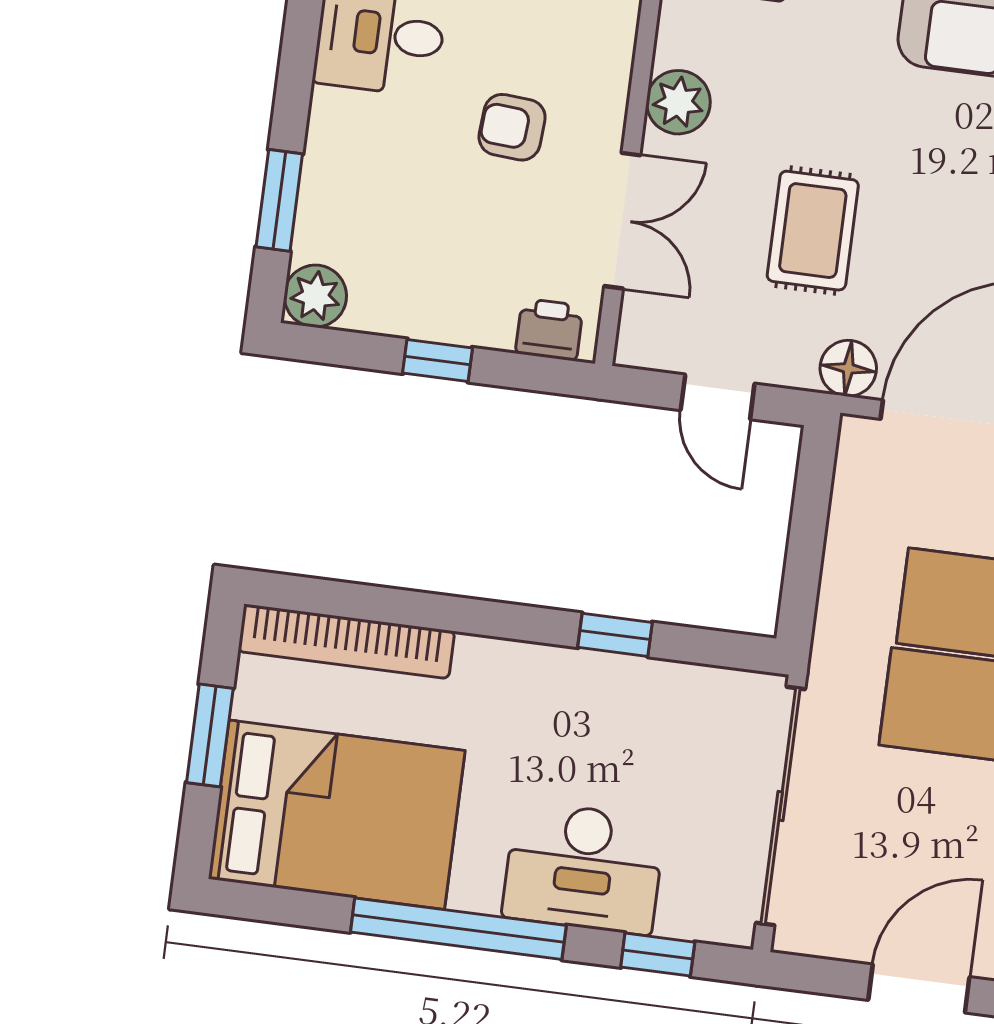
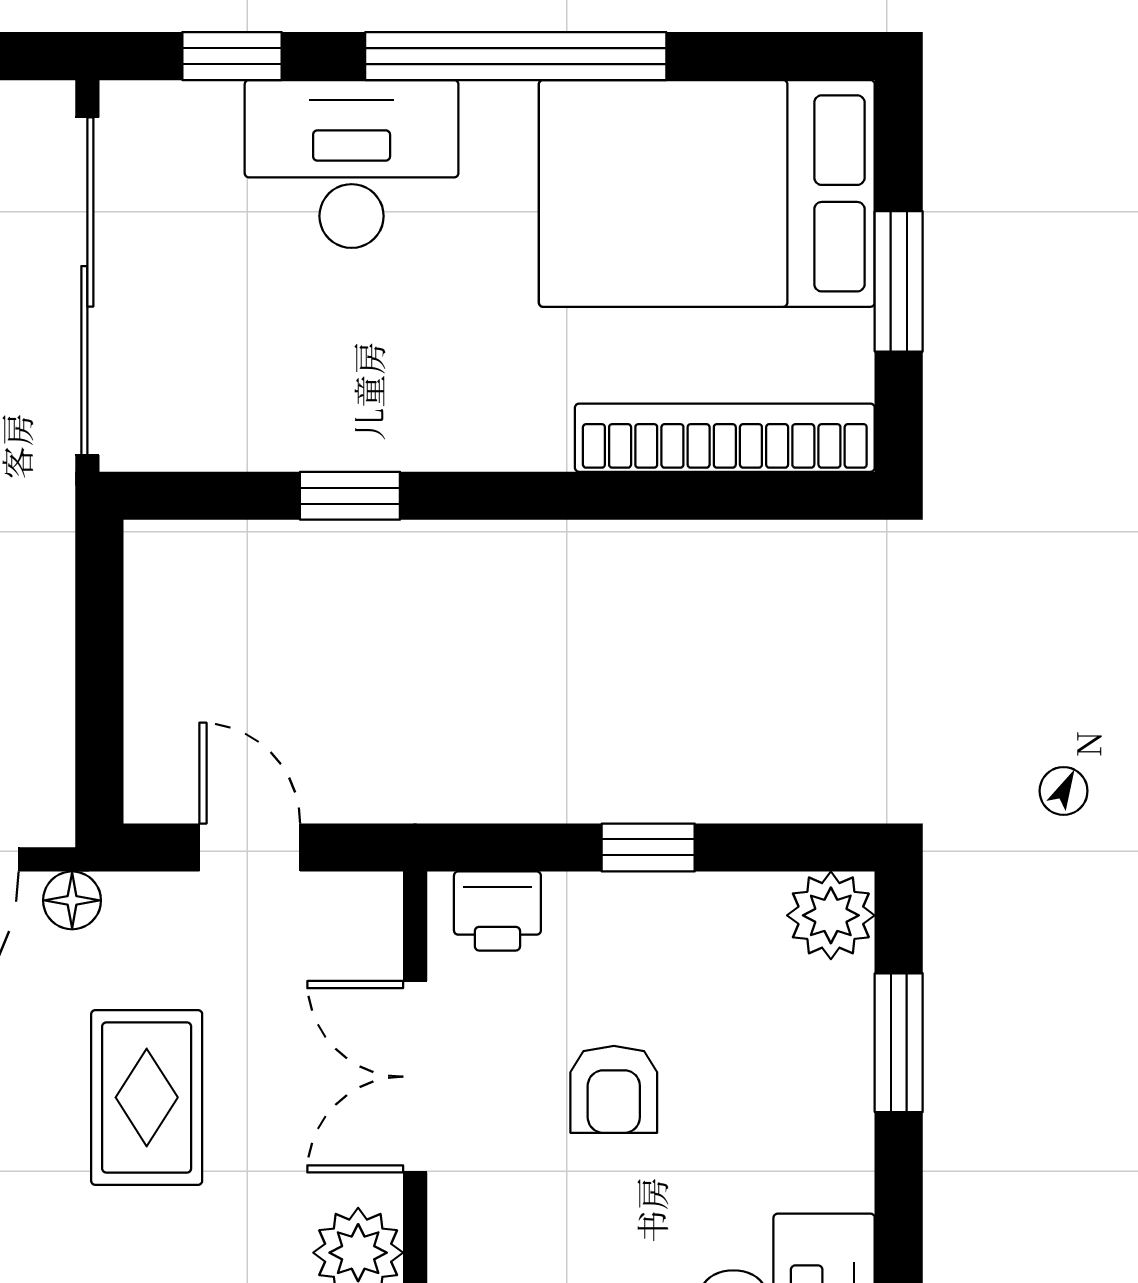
armchair: (512, 127) -> (614, 1089), moved, turned 86
floor lamp: (848, 368) -> (72, 900), width x0.73, depth x0.73

